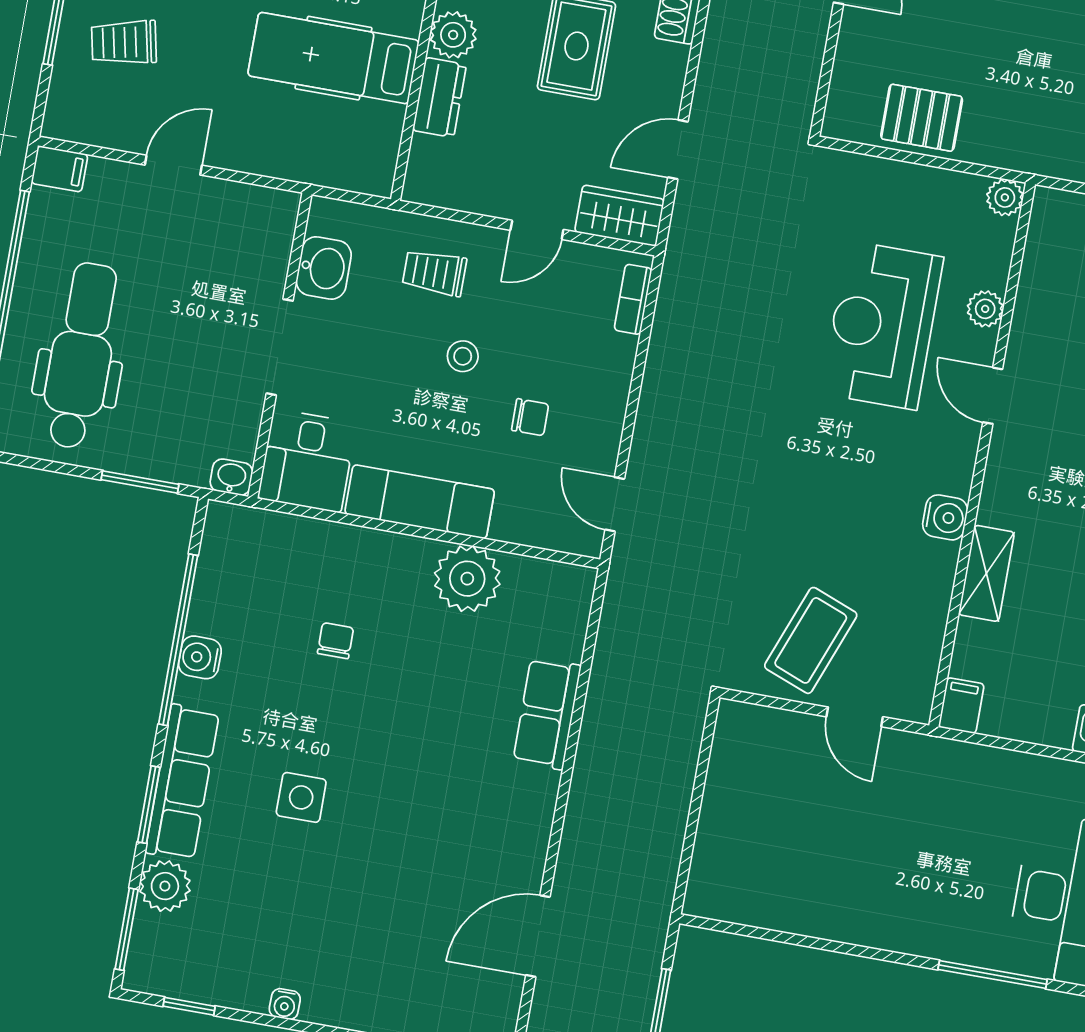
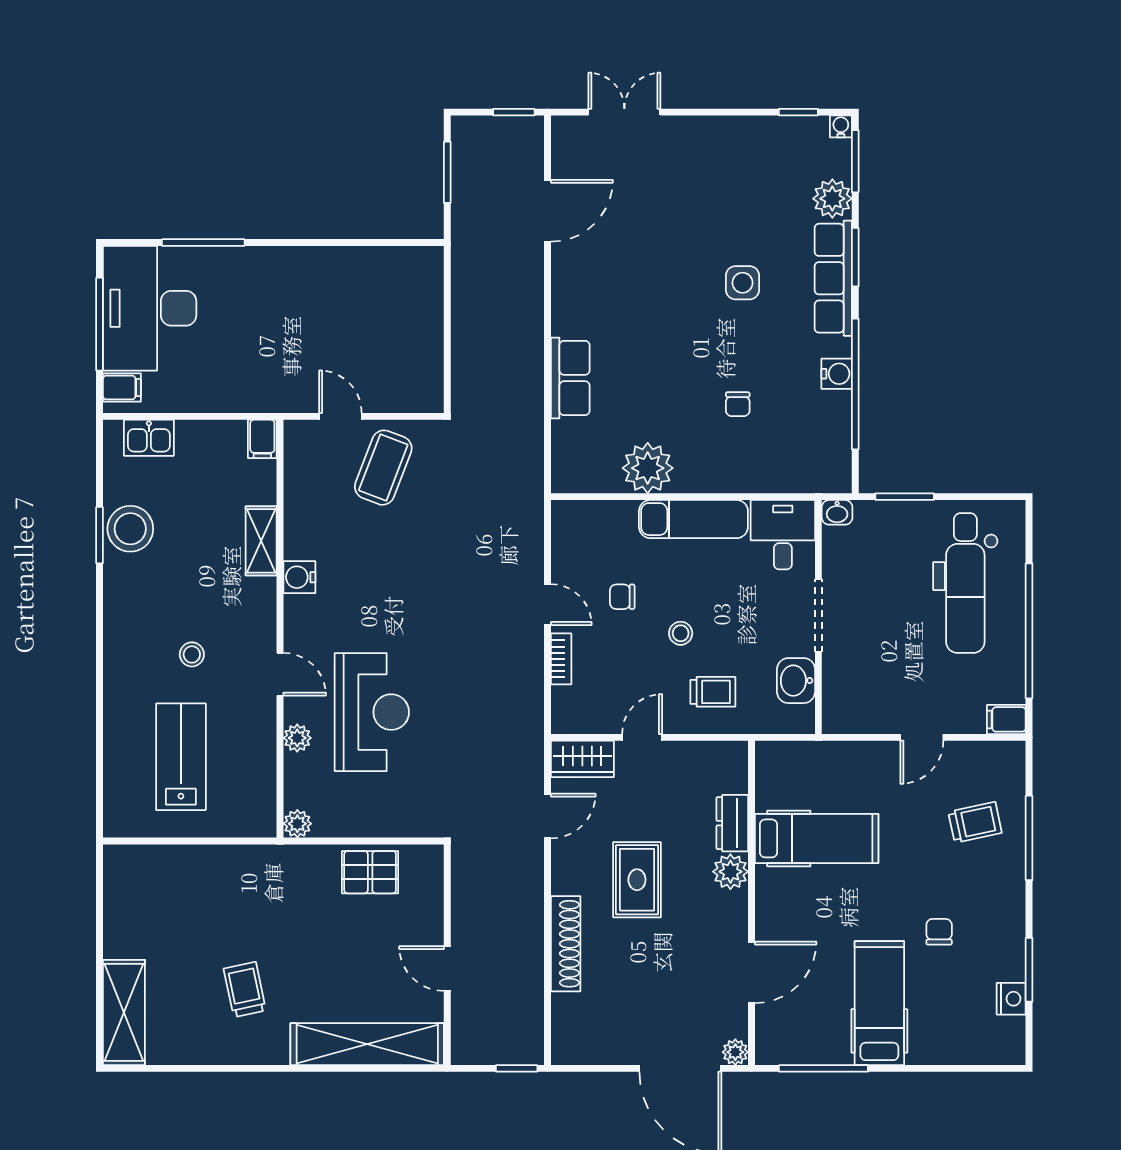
bookcase: (633, 299) -> (561, 659), moved
door: (615, 504) -> (548, 605), moved
water cooler: (285, 1004) -> (841, 126), moved

